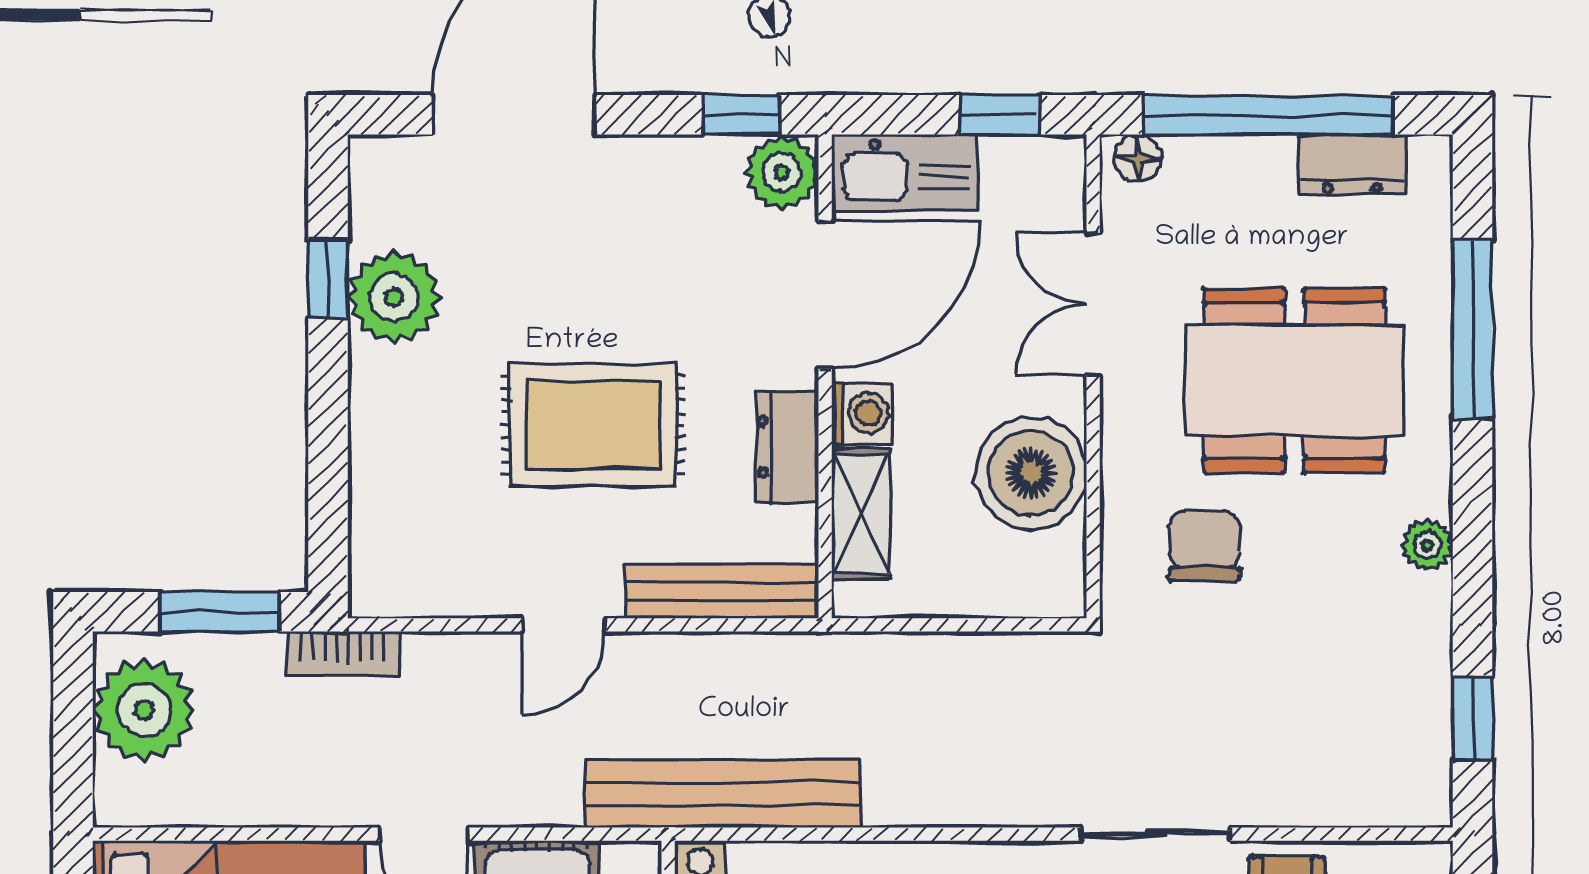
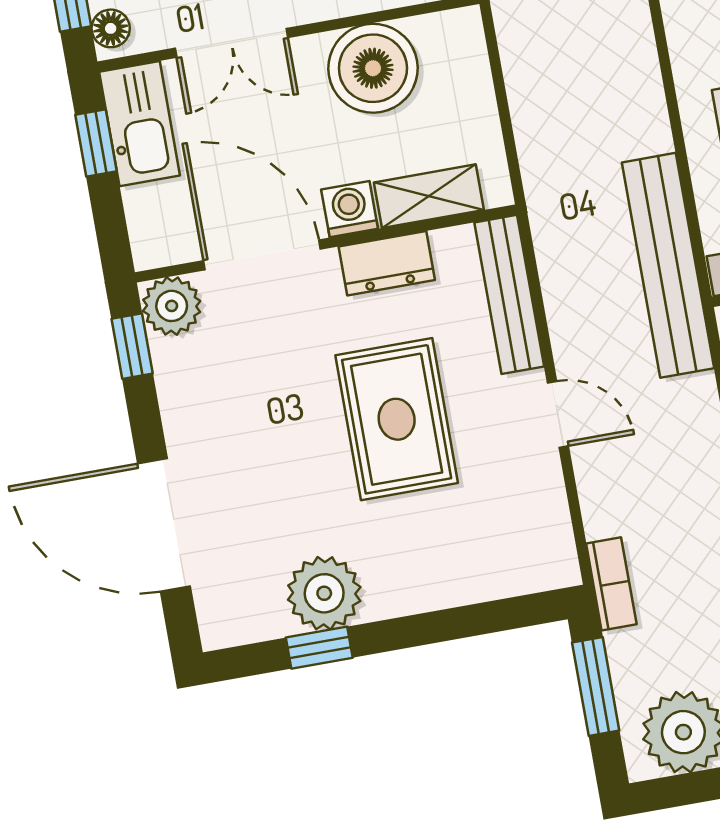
kitchen sink: (905, 173) -> (140, 124), moved

